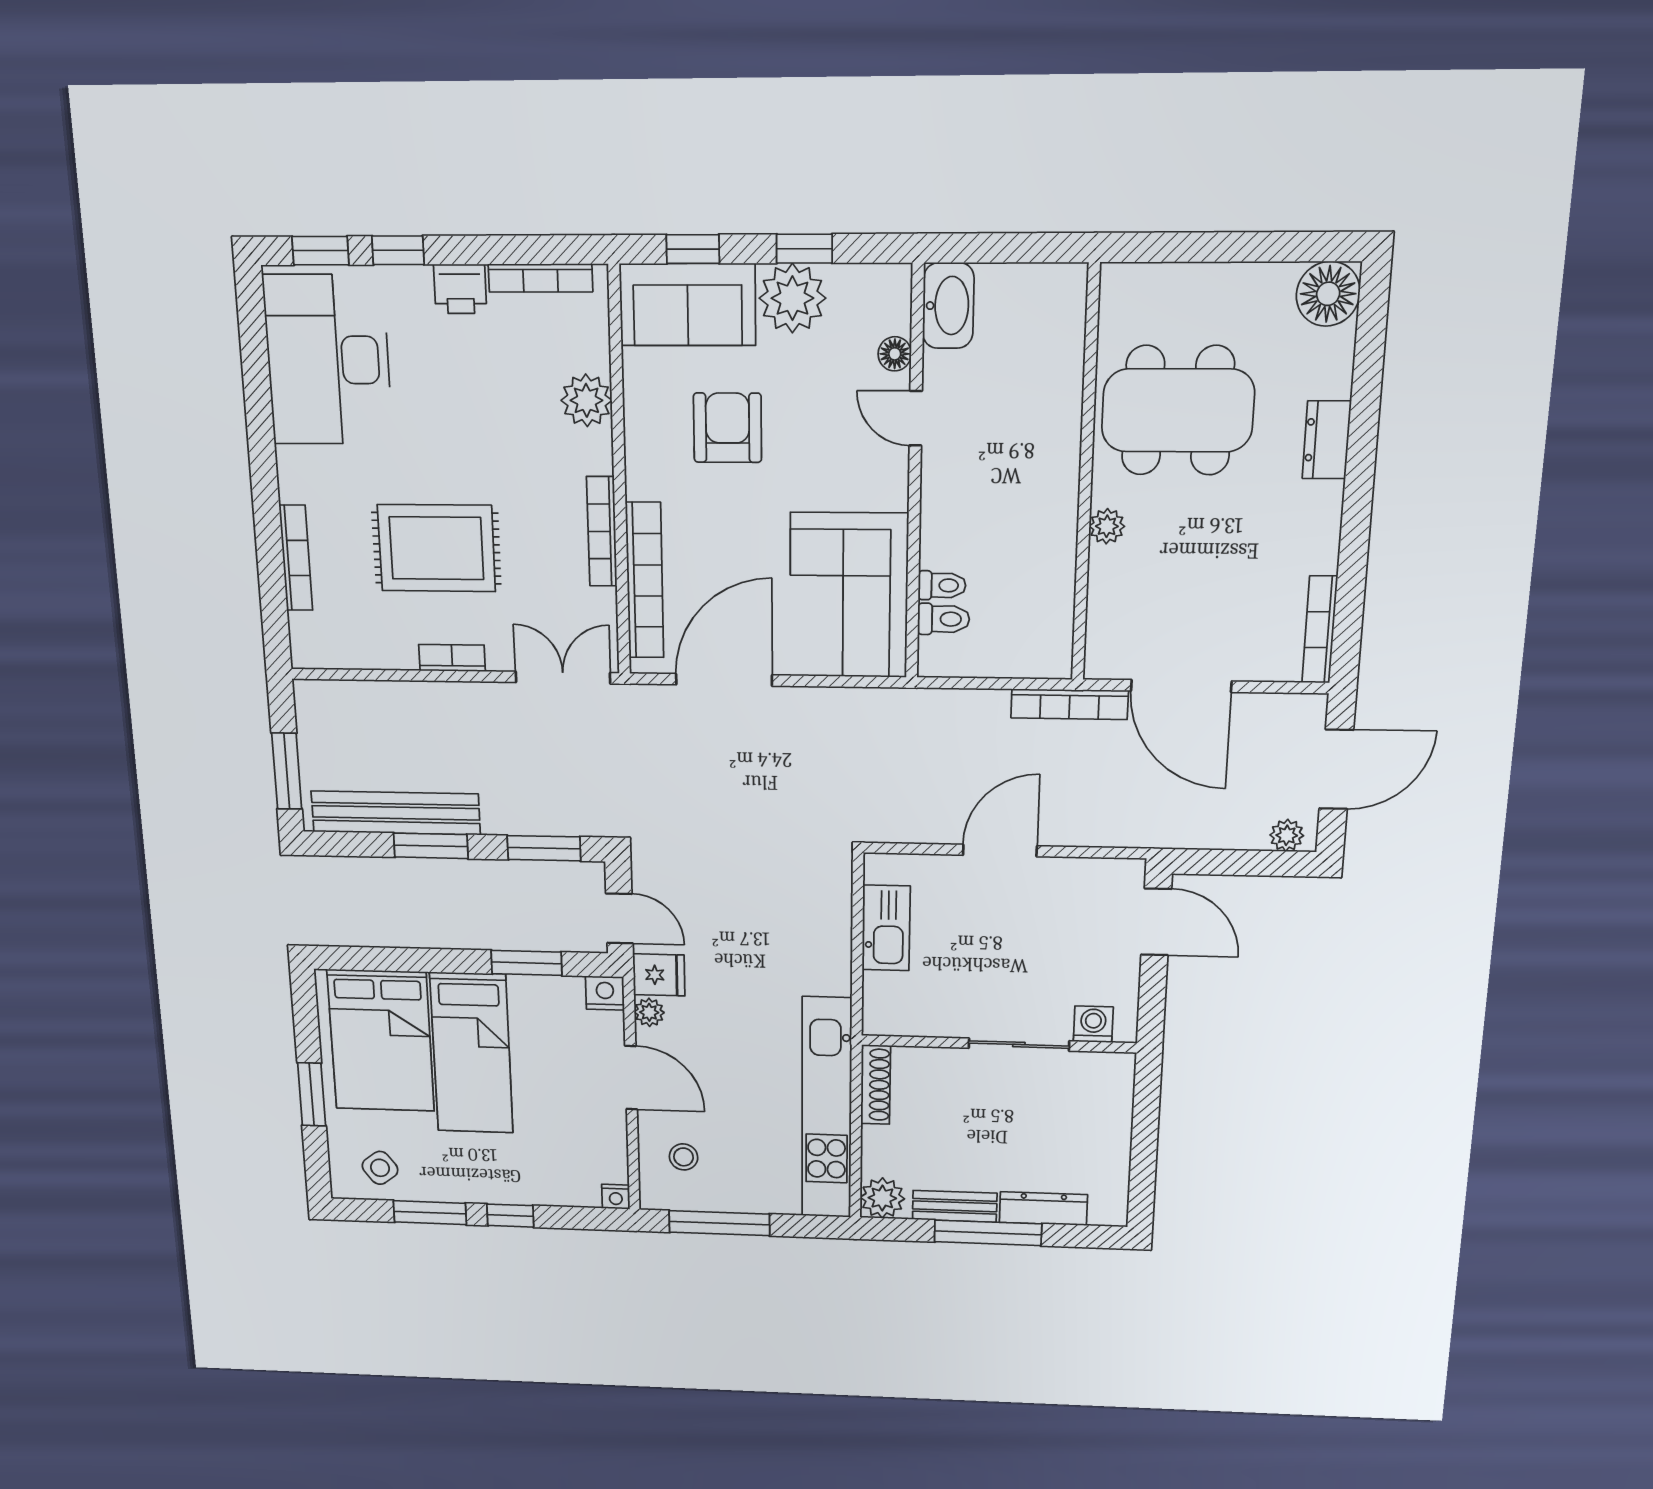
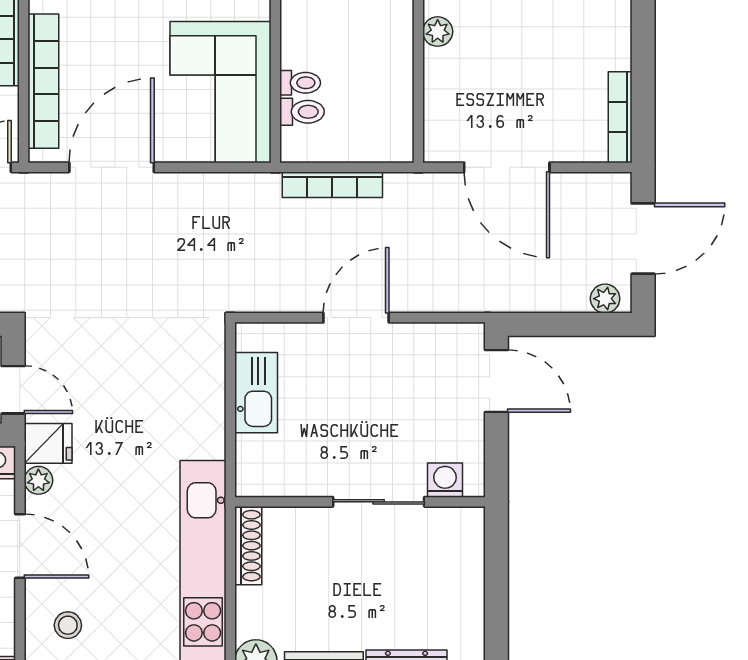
bookcase: (1069, 704) -> (332, 185), moved

